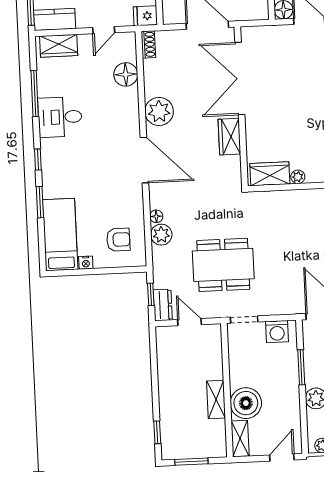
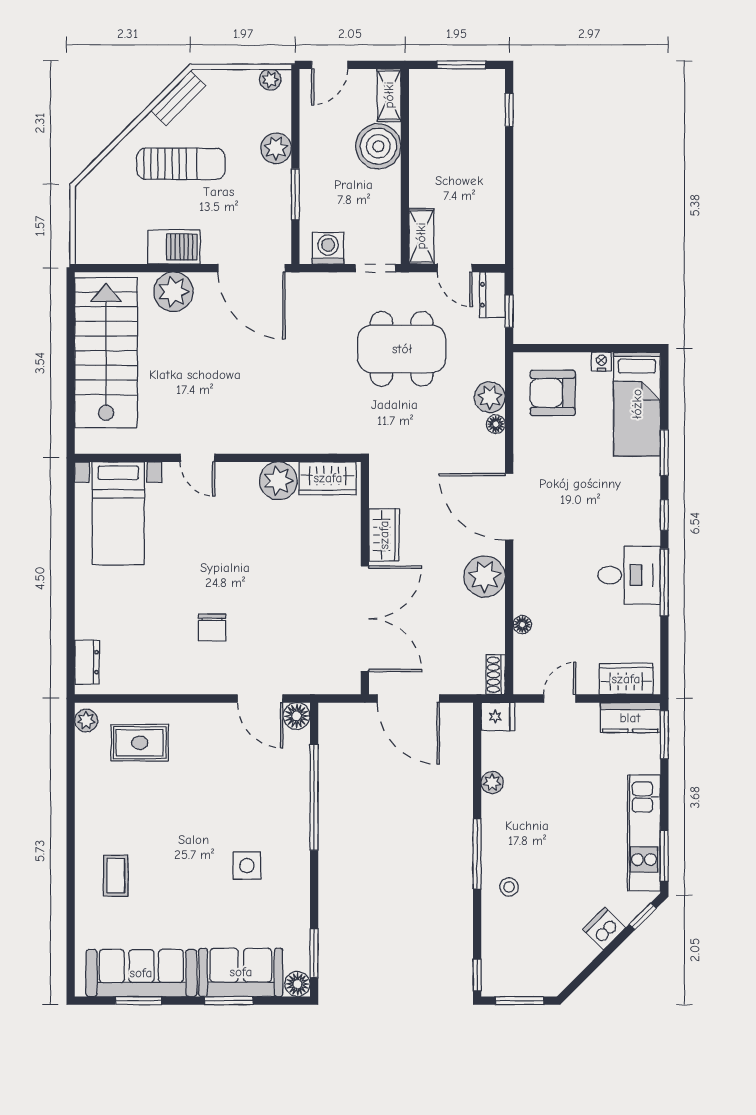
floor lamp: (126, 74) -> (522, 625), width x0.53, depth x0.53
window: (35, 94) -> (664, 582), moved
plant: (298, 177) -> (278, 481), width x1.87, depth x1.87
armchair: (118, 240) -> (553, 393), width x1.38, depth x1.38
shelving: (216, 399) -> (421, 236), moved

